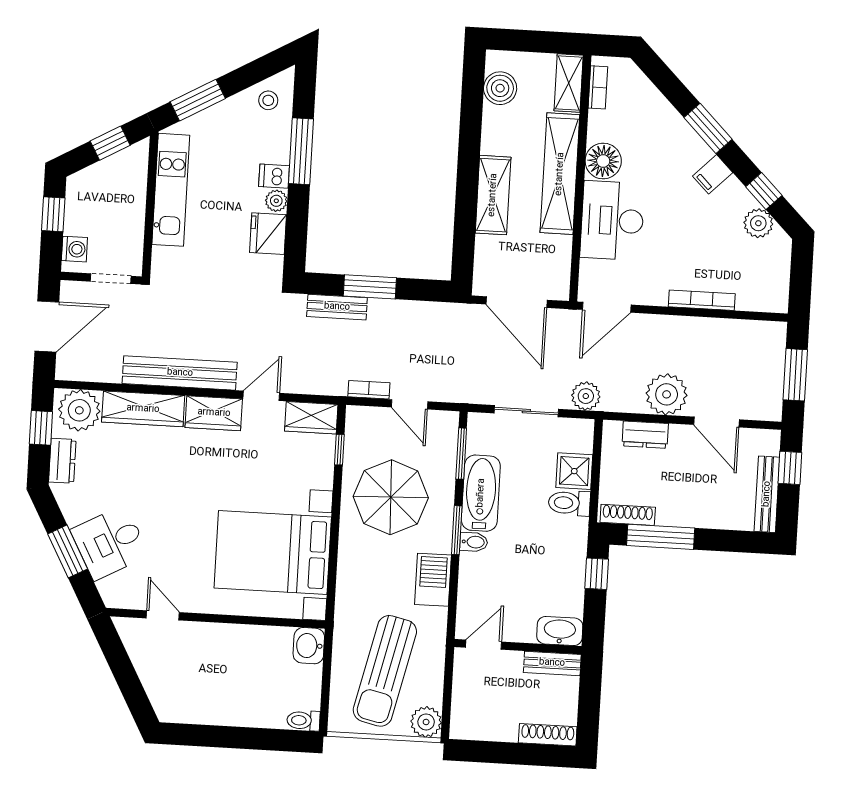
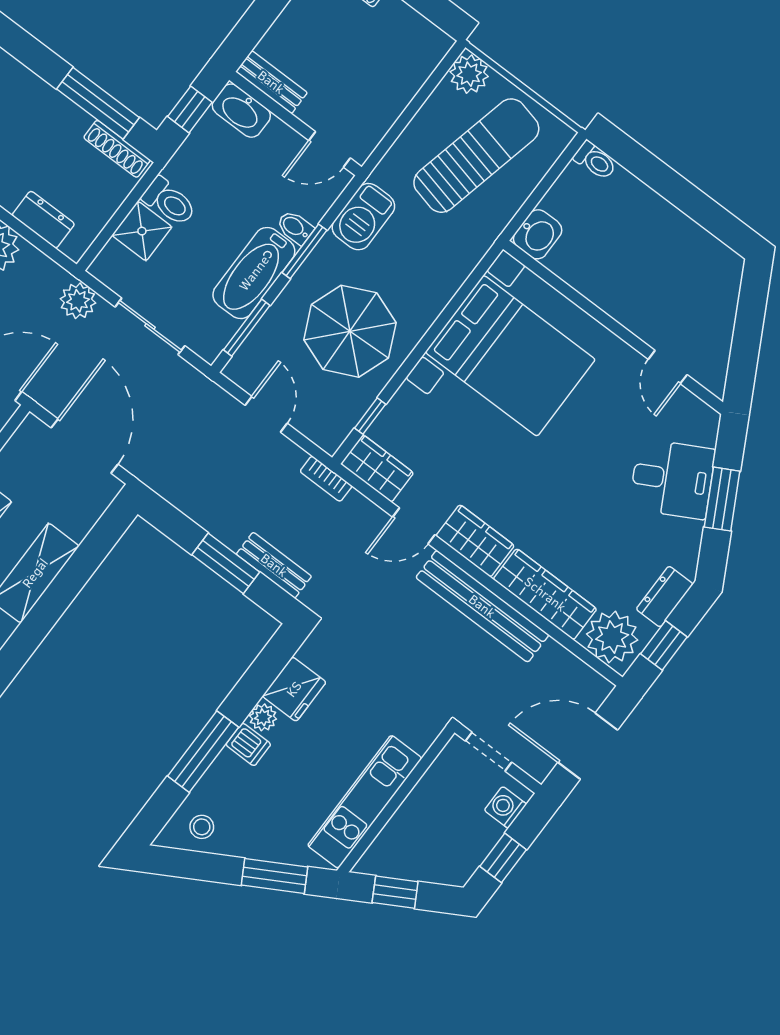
bookcase: (369, 390) -> (326, 479), moved
washbasin: (560, 631) -> (241, 111), moved
door: (484, 645) -> (330, 149), moved
wall: (518, 647) -> (295, 124), moved
bench: (552, 663) -> (271, 82), moved

